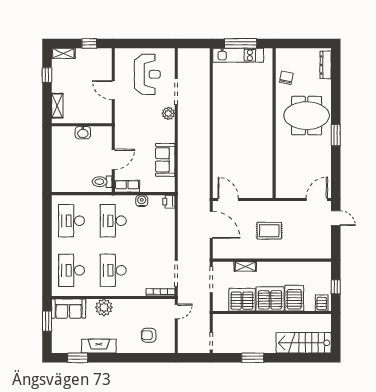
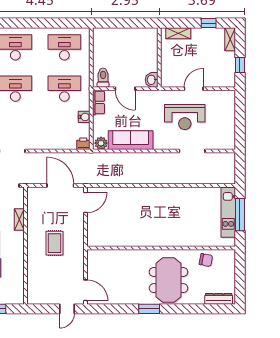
reception desk: (147, 74) -> (185, 117), moved
plant: (168, 113) -> (101, 143), moved
washbasin: (83, 133) -> (152, 80), moved
sofa: (165, 160) -> (131, 140), width x1.36
door: (211, 225) -> (60, 186), swing flipped

